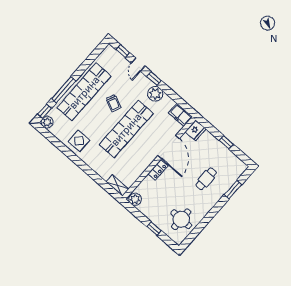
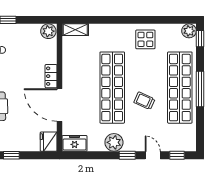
window: (64, 90) -> (200, 89), moved

